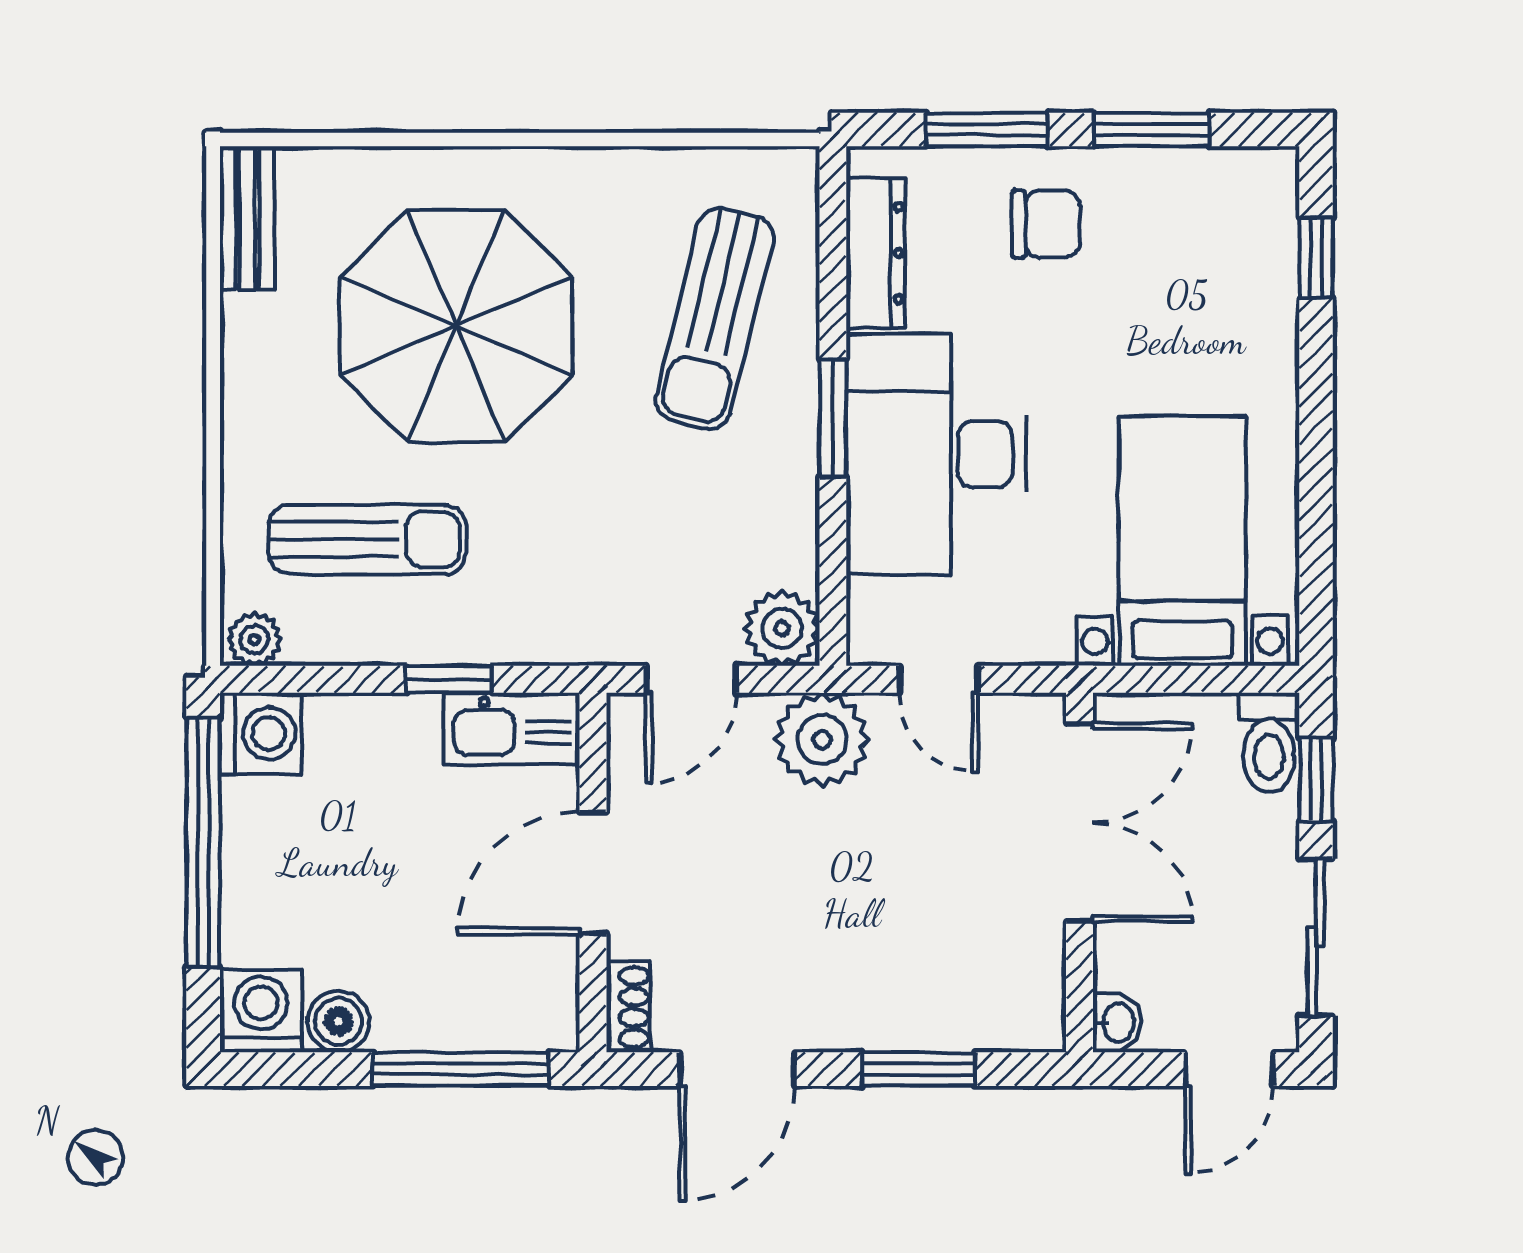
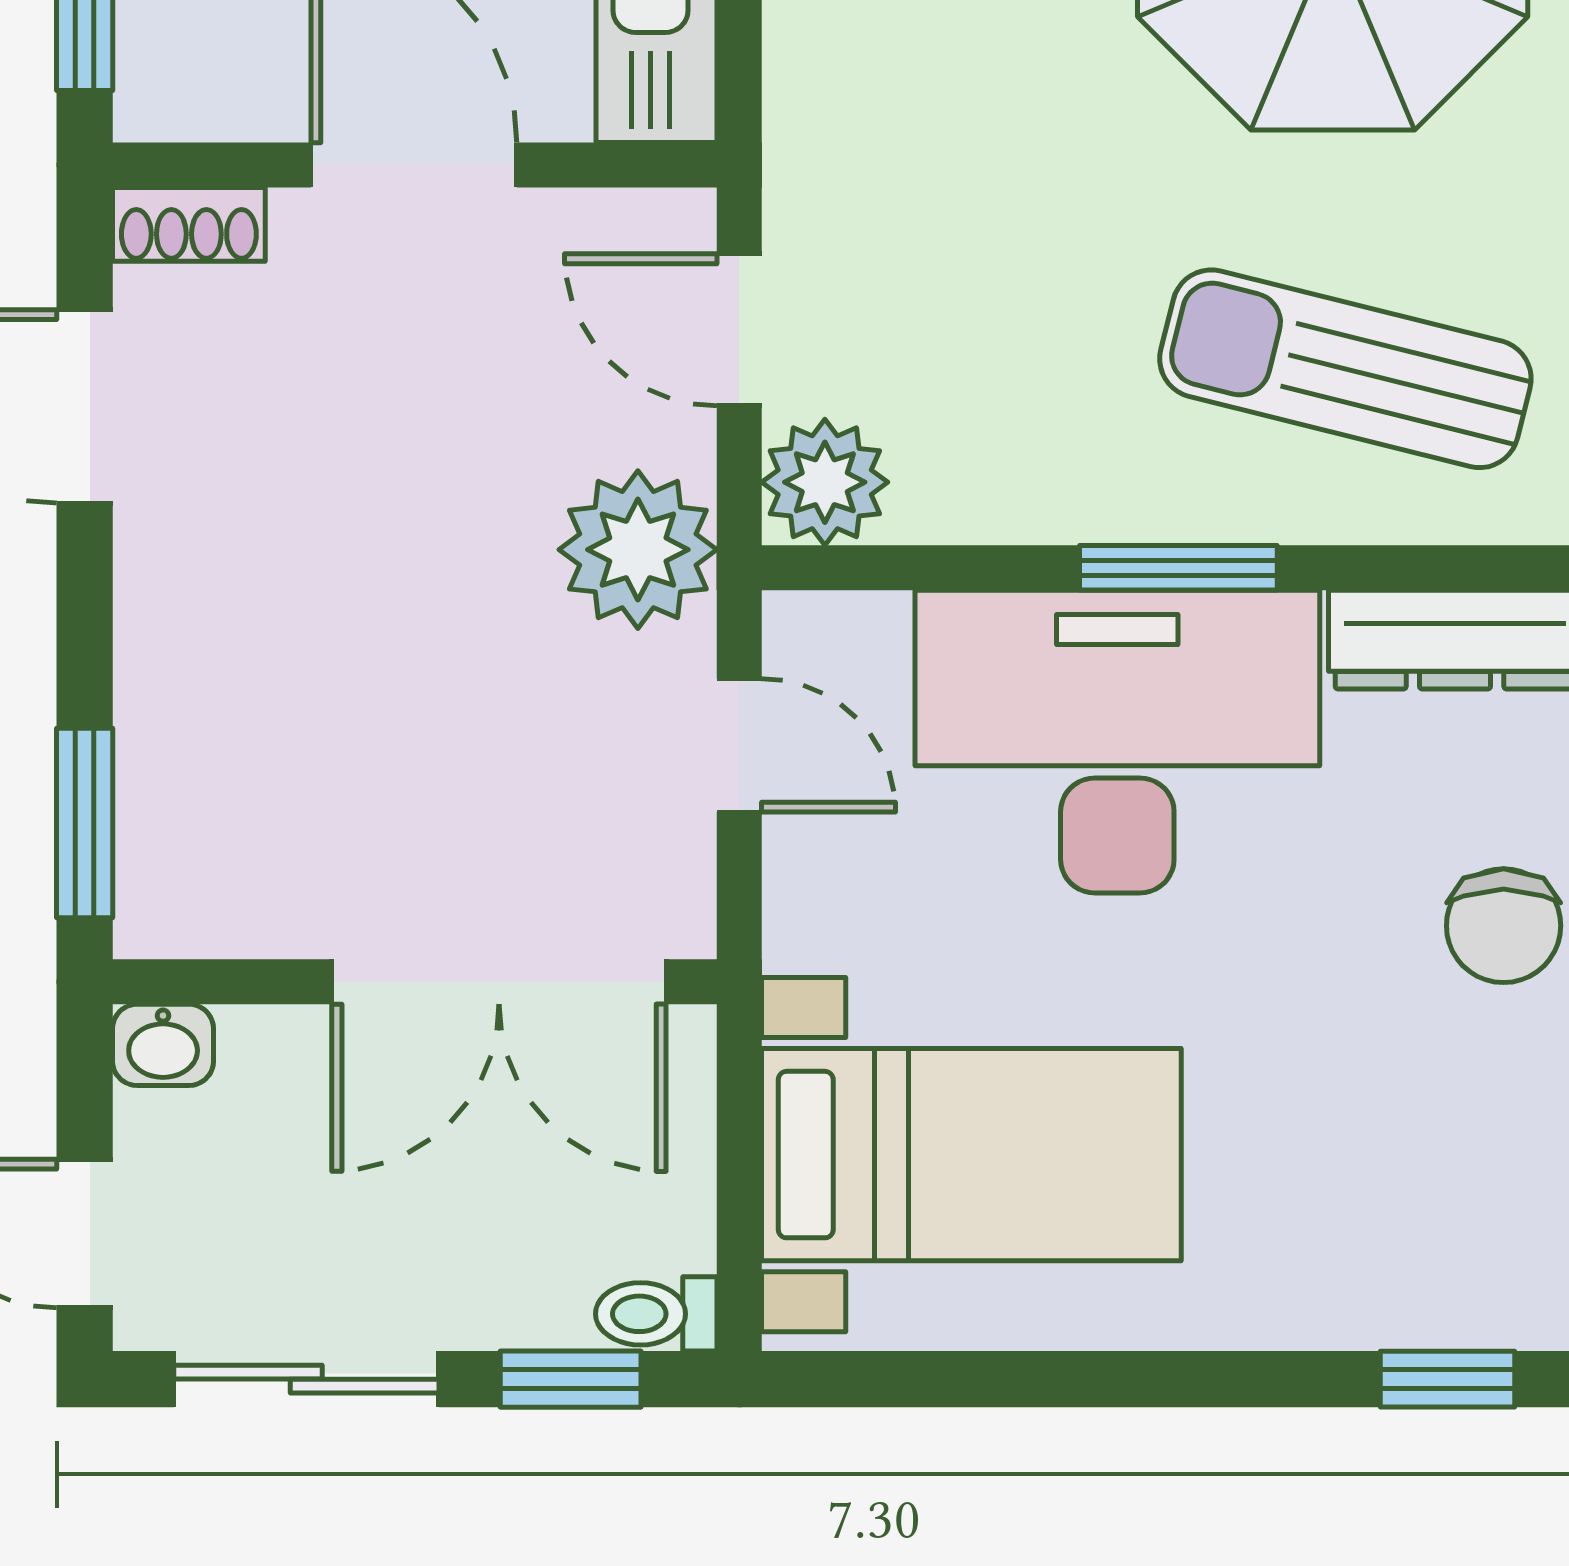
door: (939, 679) -> (739, 745), swing flipped
toilet: (1269, 743) -> (656, 1314), width x0.73, depth x0.72
window: (919, 1069) -> (85, 823), moved

